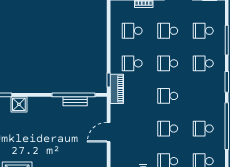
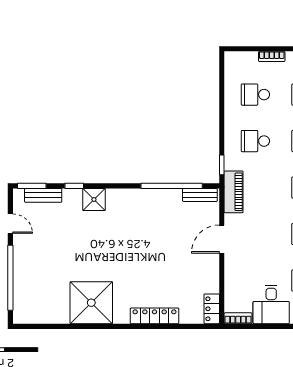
piano: (117, 89) -> (234, 192), moved
bench: (75, 101) -> (200, 195), moved

